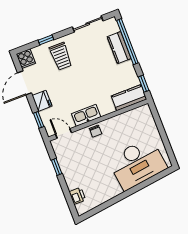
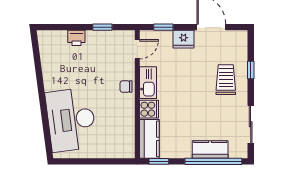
trolley: (61, 56) -> (226, 80), turned 90
cooker: (26, 59) -> (149, 109), moved, turned 180
printer: (77, 196) -> (76, 38), moved

